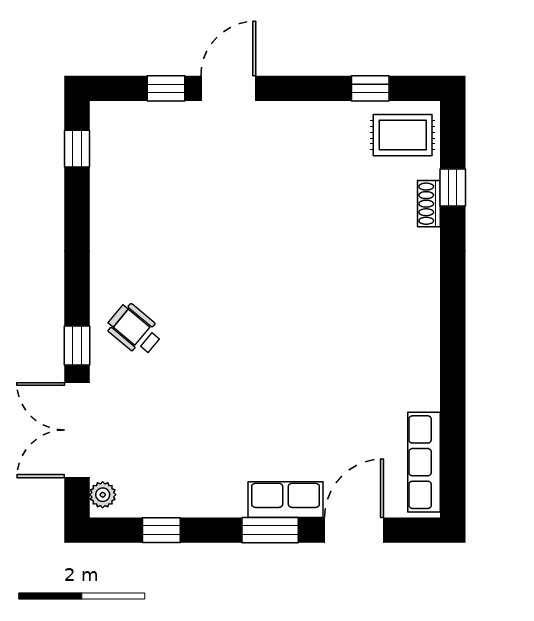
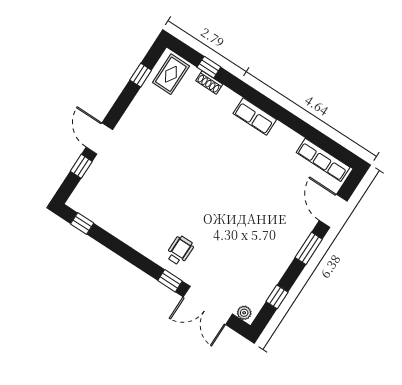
wheelchair: (135, 330) -> (180, 250), turned 140
row of seats: (285, 500) -> (255, 116), moved, turned -90

